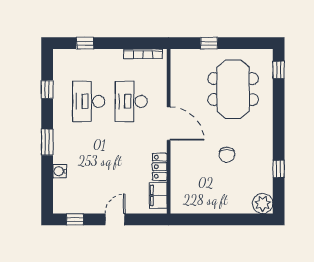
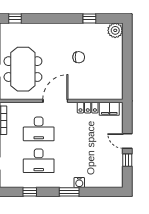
meeting table: (233, 89) -> (23, 69), moved, turned 90
water cooler: (60, 171) -> (79, 183), moved
window: (75, 219) -> (127, 160), moved

